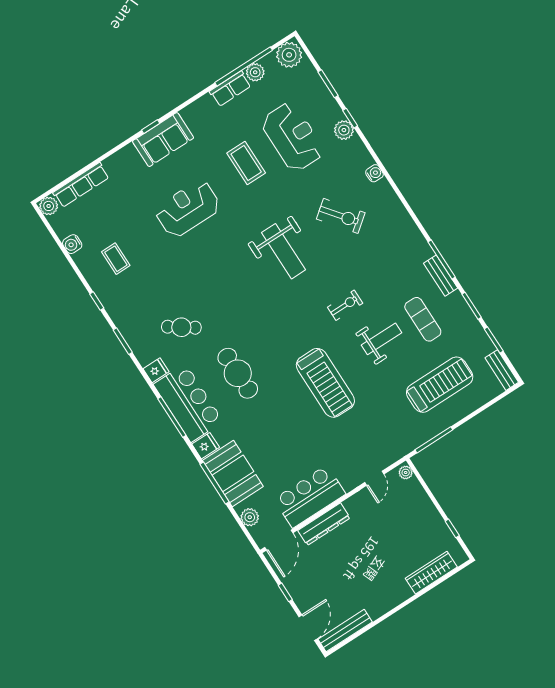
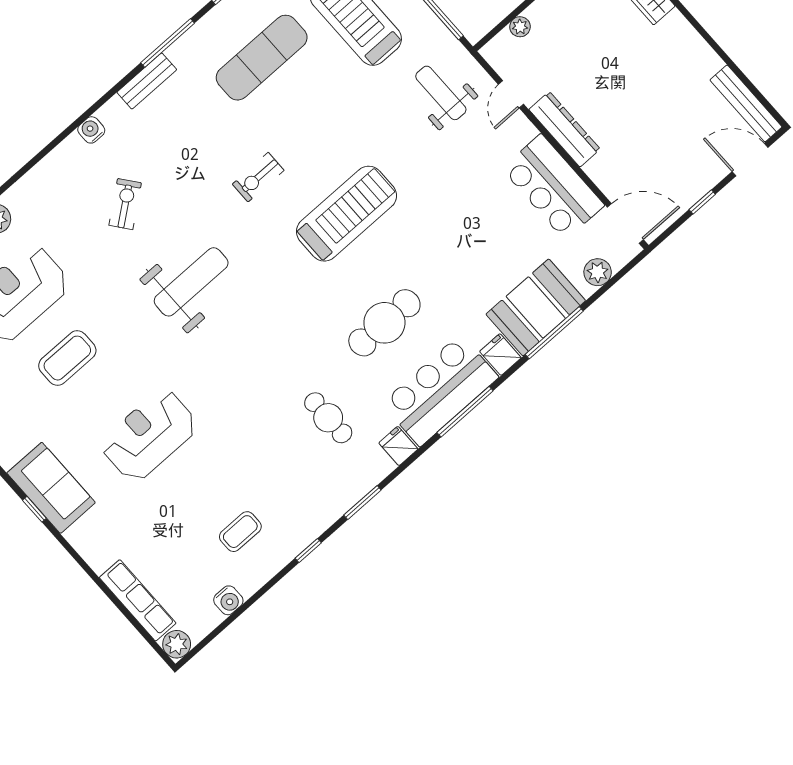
water cooler: (374, 173) -> (91, 130), moved
reception desk: (188, 209) -> (149, 435), turned 90
exercise bike: (341, 216) -> (125, 204), width x0.73, depth x0.72
bench: (441, 276) -> (147, 81), moved
exercise bike: (345, 305) -> (258, 177), turned -90
exercise mat: (423, 319) -> (262, 58), width x1.36, depth x1.45
cafe table: (181, 327) -> (328, 418), turned -35
weight bench: (381, 339) -> (441, 93), moved
treadmill: (325, 383) -> (346, 214), moved
plant: (406, 473) -> (520, 27), moved
door: (374, 478) -> (511, 94), swing flipped
dresser: (324, 524) -> (565, 129), moved

